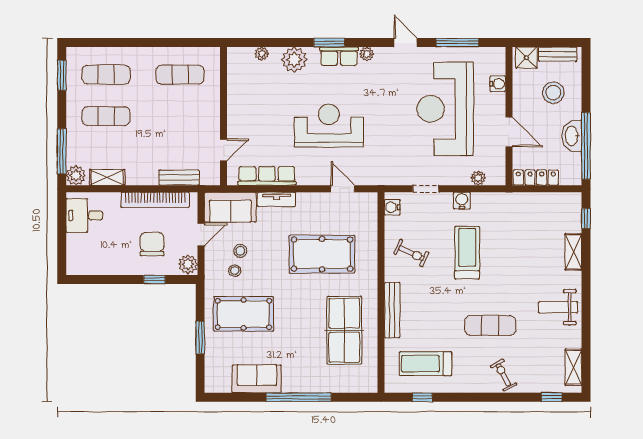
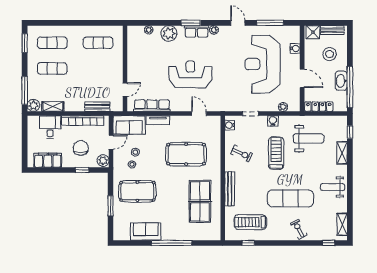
desk: (84, 215) -> (50, 127), moved, turned 90
weight bench: (519, 229) -> (308, 139), added
filing cabinet: (99, 264) -> (48, 160), added
exercise mat: (490, 325) -> (290, 198), width x1.36, depth x1.45

